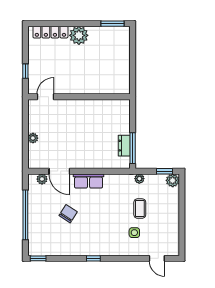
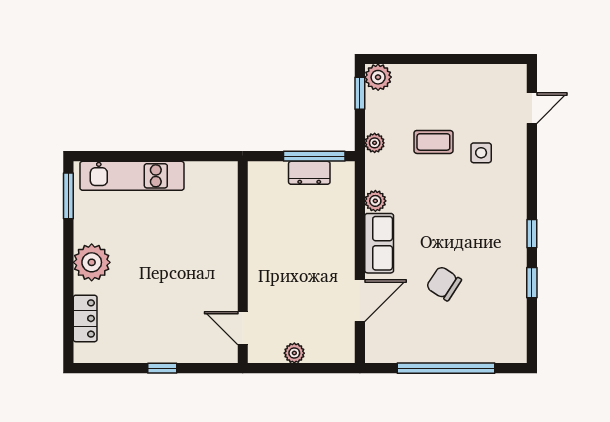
locker: (50, 32) -> (85, 318), width x0.66
kitchen unit: (123, 56) -> (132, 176), added
door: (45, 97) -> (243, 328), moved
wall: (79, 97) -> (243, 262), moved
plant: (42, 179) -> (375, 201), moved
window: (38, 258) -> (532, 283), moved

